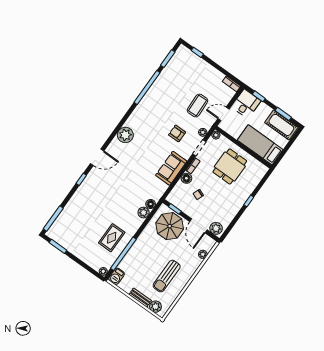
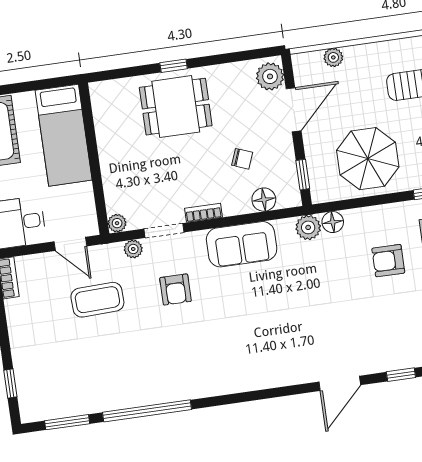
plant: (125, 135) -> (259, 372), removed
door: (97, 157) -> (340, 383), swing flipped
dining table: (230, 166) -> (176, 107), moved
floor lamp: (186, 178) -> (264, 200), moved
armchair: (121, 210) -> (388, 261), added
plant: (144, 213) -> (308, 227), moved
parasol: (170, 226) -> (368, 159), moved

